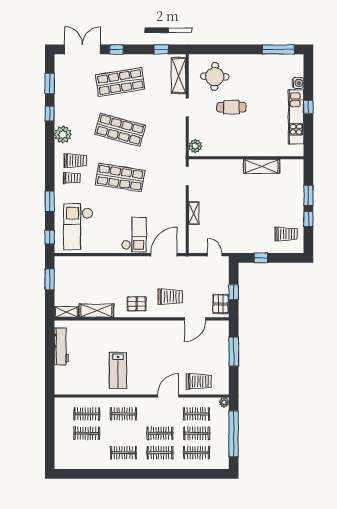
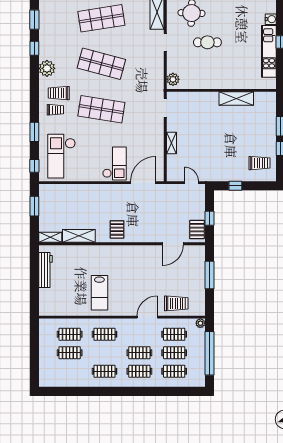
trolley: (75, 161) -> (59, 93), turned 180
trolley: (170, 297) -> (149, 223), removed
pallet: (137, 304) -> (117, 229), turned 90

